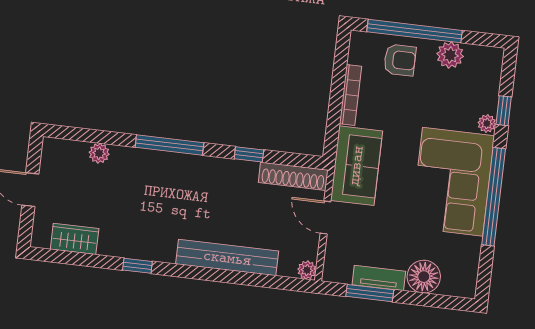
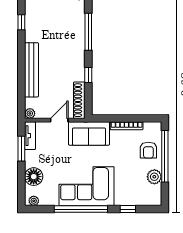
plant: (487, 123) -> (34, 201), moved
tv unit: (379, 278) -> (30, 136), moved

